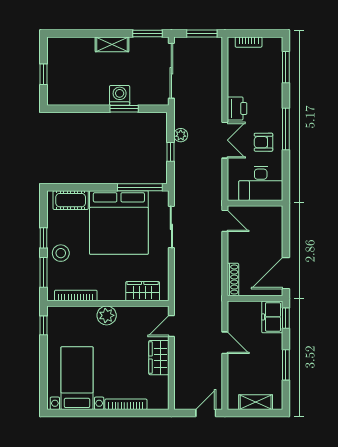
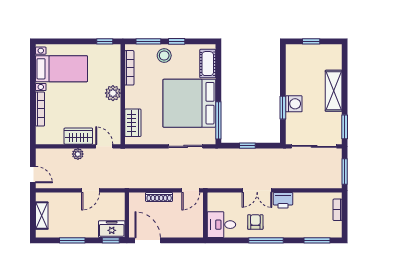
shelving: (112, 44) -> (334, 91), width x1.50, depth x1.33
plant: (181, 135) -> (78, 154), moved
desk: (261, 183) -> (221, 225), width x0.73
shoe rack: (233, 280) -> (159, 197), moved

